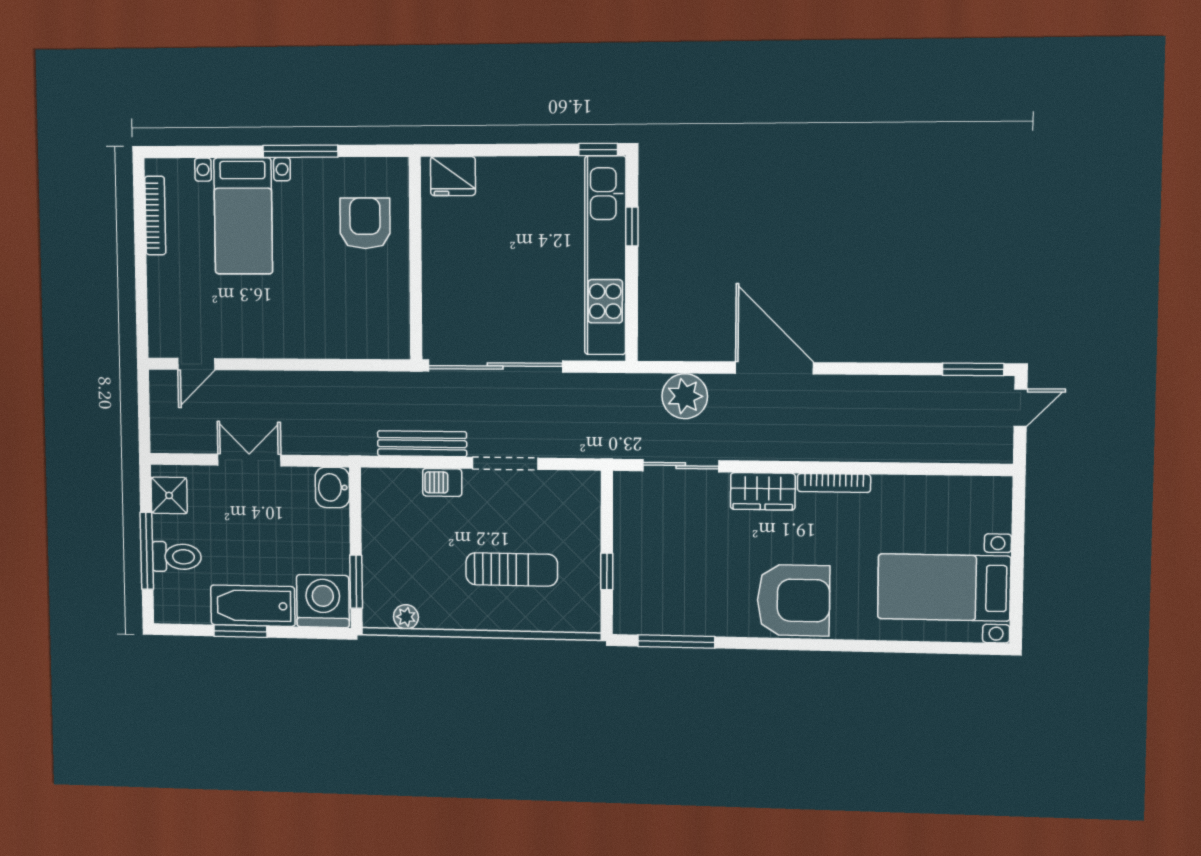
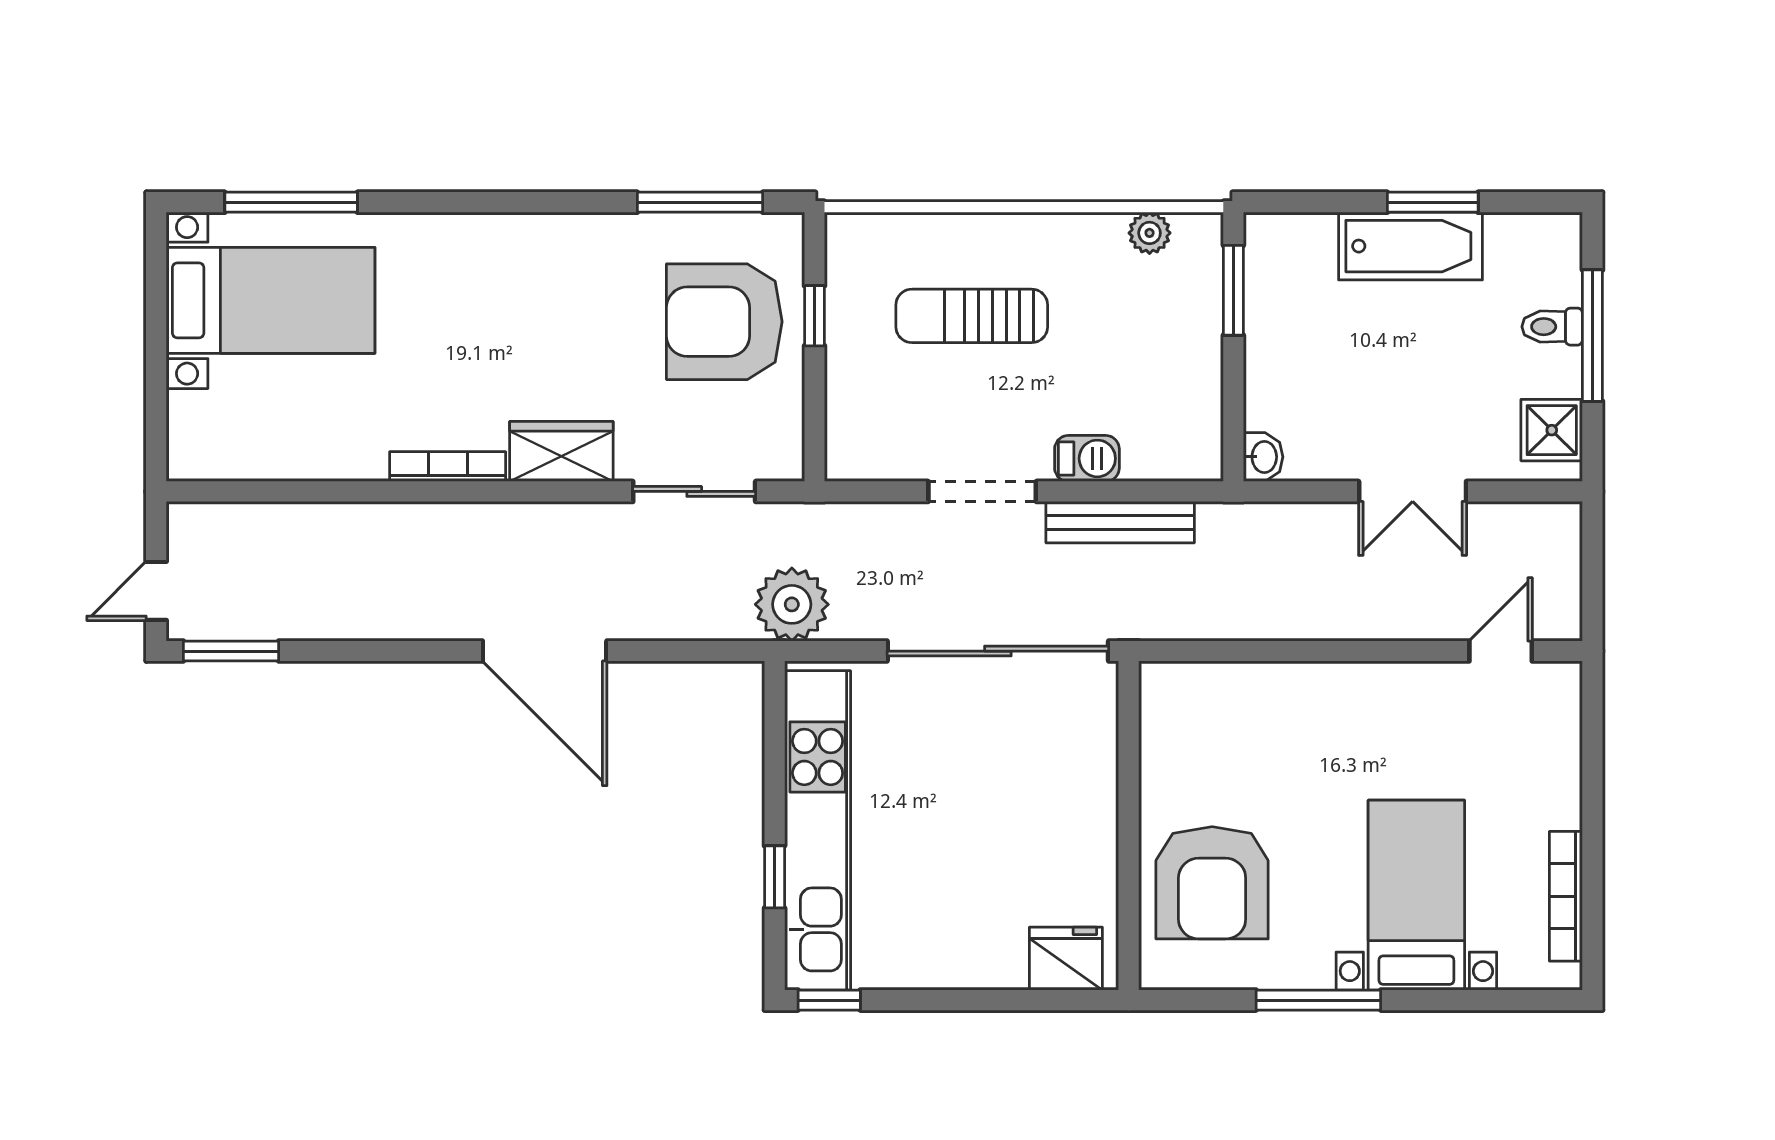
armchair: (365, 223) -> (1212, 883), width x1.36, depth x1.36
plant: (685, 396) -> (792, 604), moved
washbasin: (332, 487) -> (1263, 457), width x0.72, depth x0.69
toilet: (177, 557) -> (1552, 327), width x0.73, depth x0.72
armchair: (793, 600) -> (724, 322), moved
washing machine: (323, 601) -> (1290, 256), removed
window: (930, 647) -> (291, 202), added

